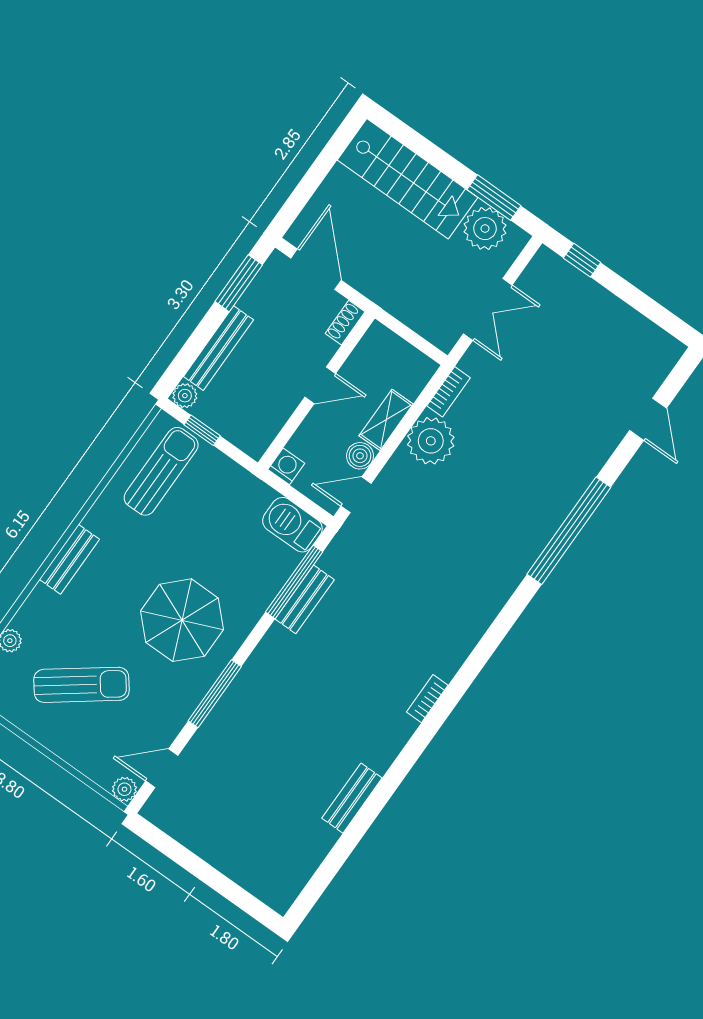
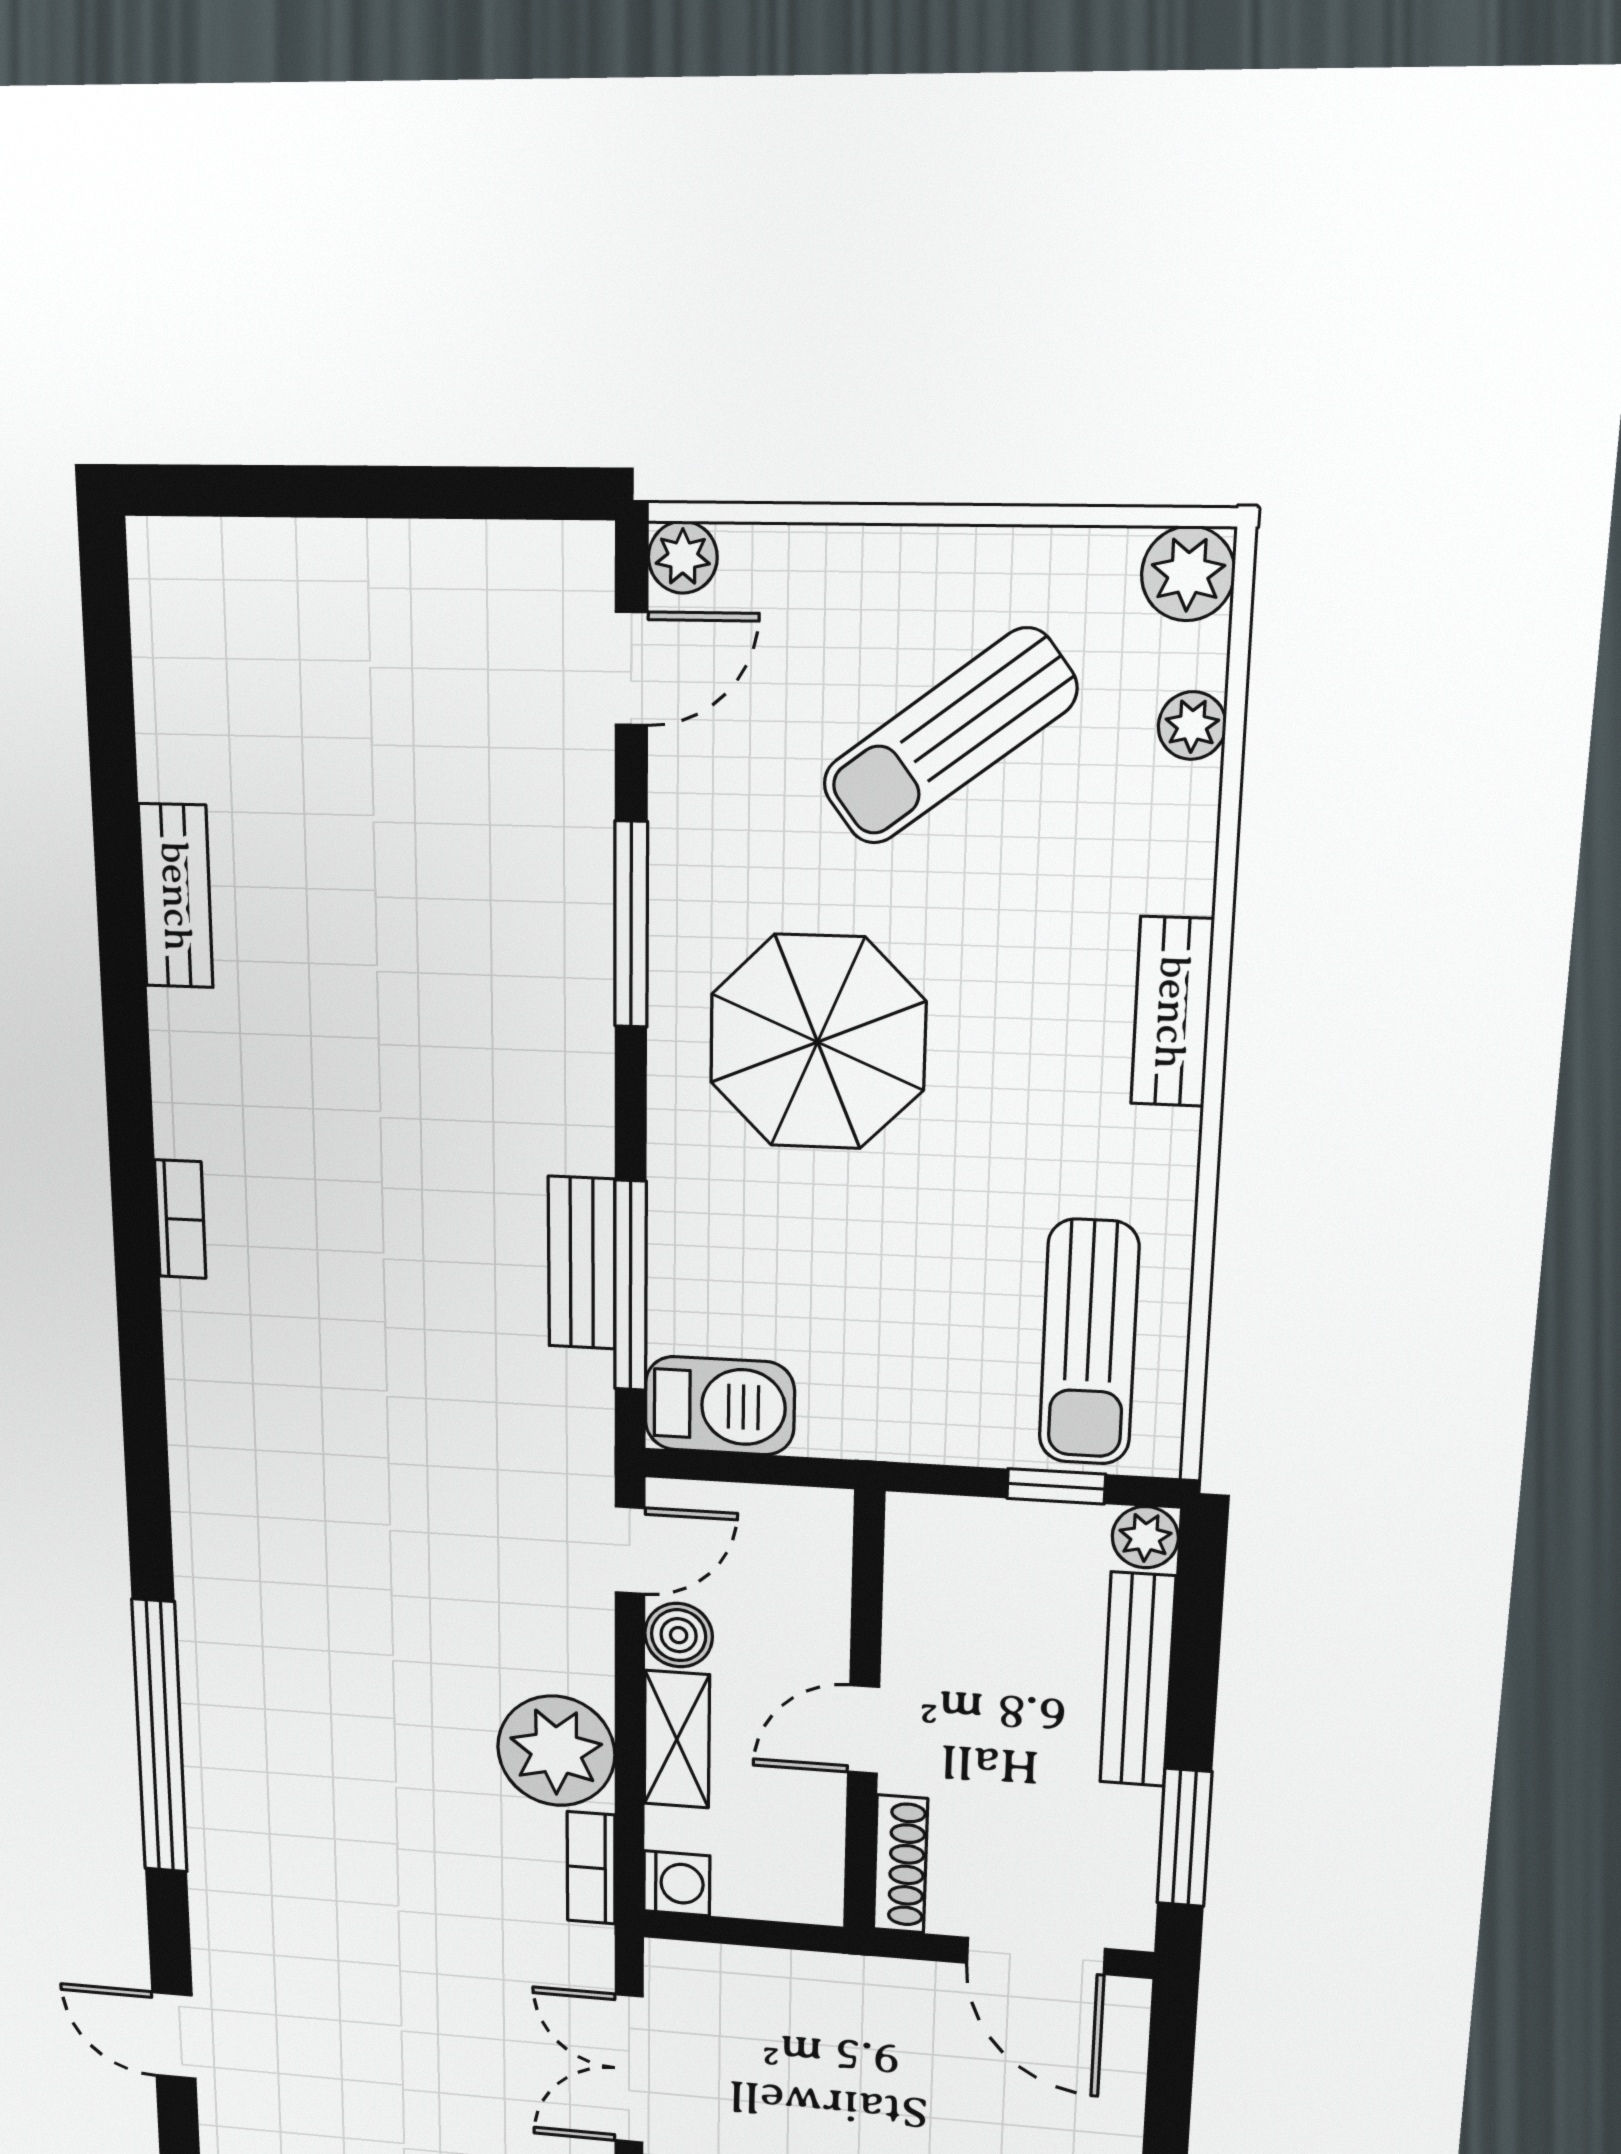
shoe rack: (345, 323) -> (900, 1864), width x1.43
washing machine: (286, 466) -> (677, 1883), moved, turned -90

